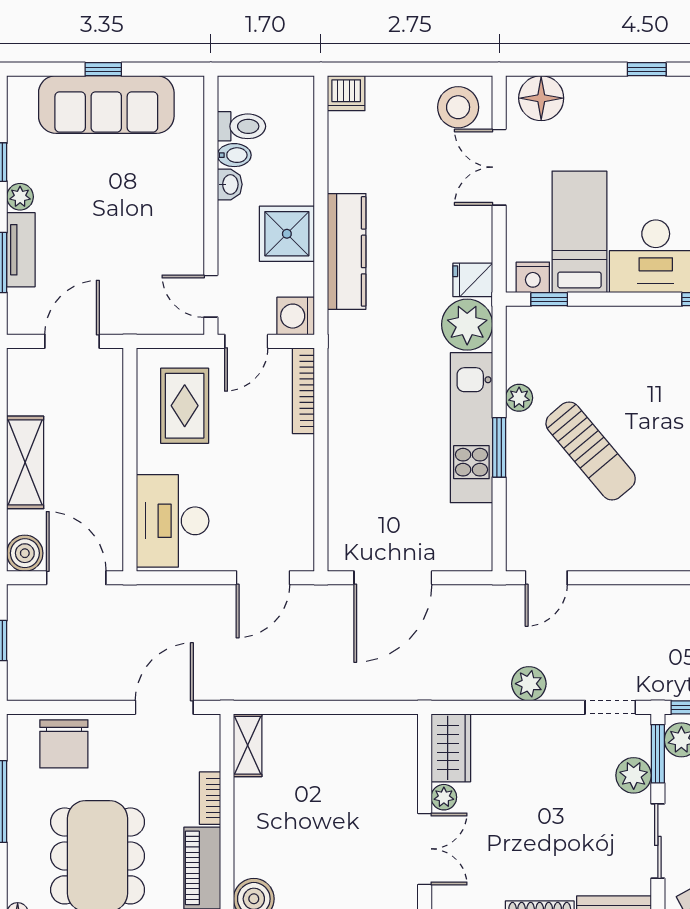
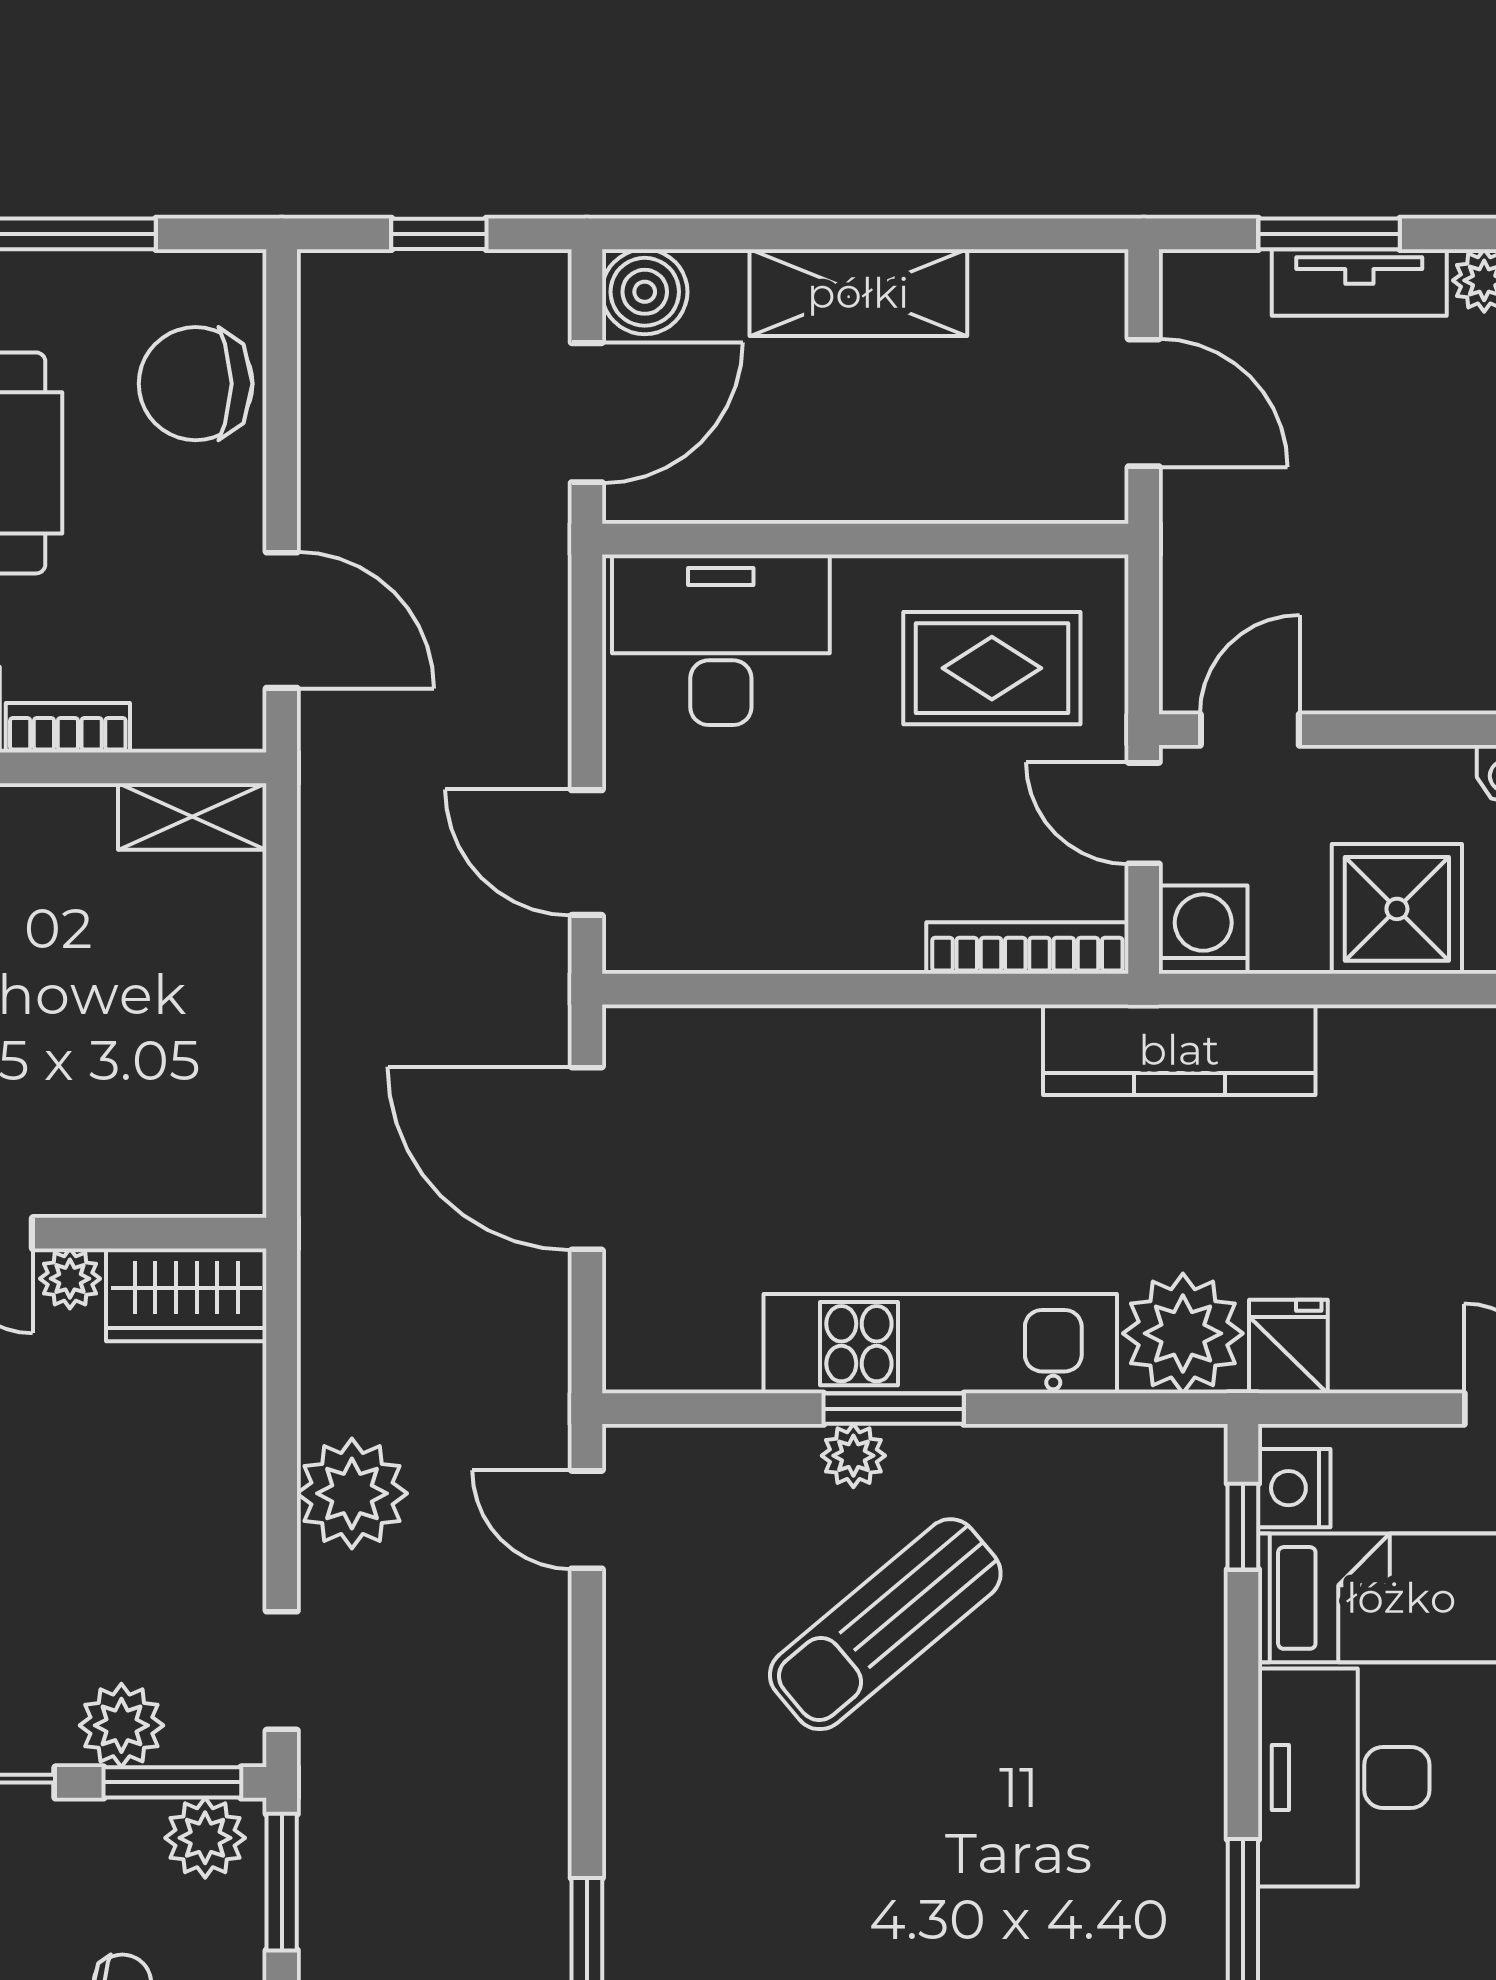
kitchen counter: (347, 251) -> (1179, 1050), moved
plant: (519, 398) -> (853, 1456), moved
plant: (529, 684) -> (352, 1493), width x1.36, depth x1.36

